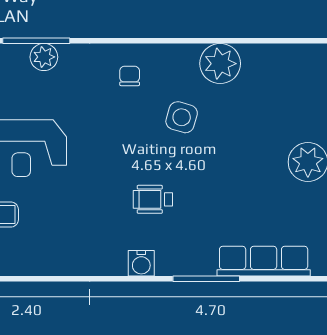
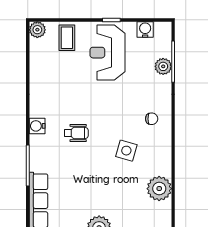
plant: (220, 64) -> (159, 189), moved
wheelchair: (153, 199) -> (76, 133), turned 90

